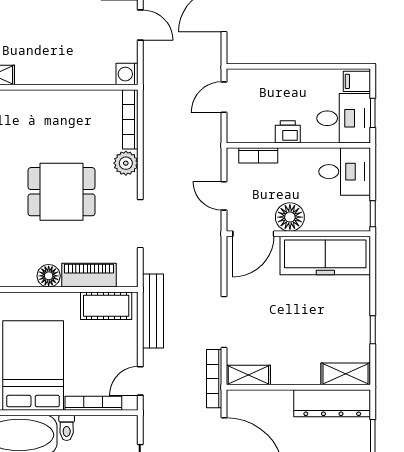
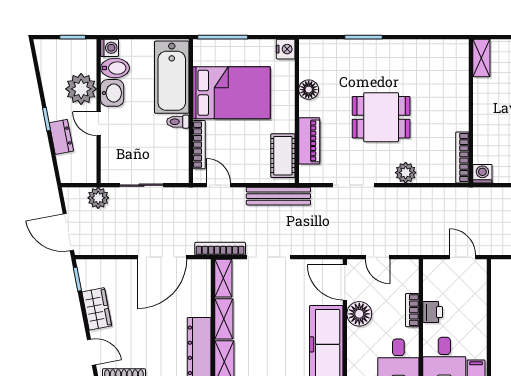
bookcase: (130, 119) -> (462, 157), moved, turned -90
bookcase: (258, 155) -> (412, 310), moved
dining table: (61, 192) -> (381, 117), turned 90
door: (224, 196) -> (377, 257), swing flipped
floor lamp: (49, 276) -> (309, 90), moved
shelving: (296, 374) -> (224, 319), added

